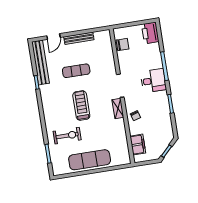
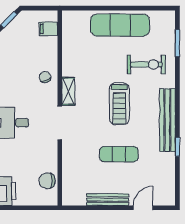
bench: (41, 62) -> (167, 120), moved
exercise bike: (67, 136) -> (146, 64), turned 180
filing cabinet: (138, 145) -> (48, 29), width x0.50

